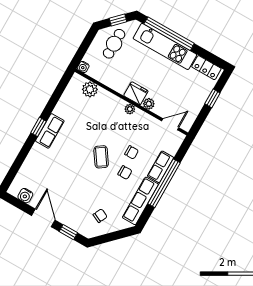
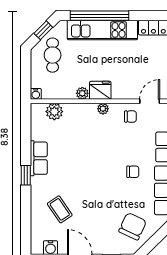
plant: (149, 104) -> (82, 93), moved
row of seats: (50, 131) -> (39, 158), moved
chair: (132, 152) -> (130, 117), moved
coffee table: (101, 157) -> (60, 209), moved
chair: (100, 216) -> (133, 226), width x1.87, depth x1.87

